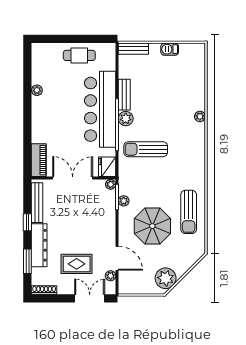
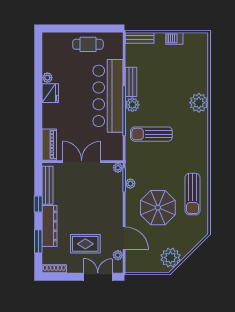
plant: (200, 116) -> (199, 103), width x1.88, depth x1.88
fridge: (107, 167) -> (50, 93), moved, turned 180

